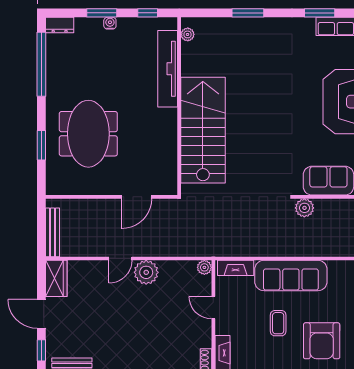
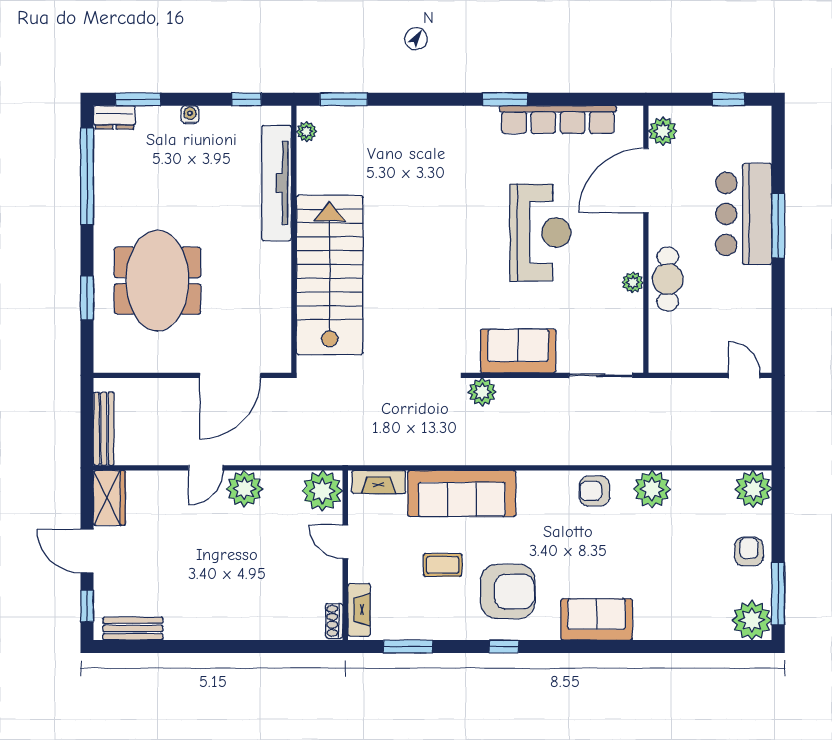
window: (102, 13) -> (138, 99), moved
window: (248, 13) -> (344, 99), moved
door: (137, 197) -> (230, 375), width x1.36
plant: (204, 267) -> (322, 491), width x1.88, depth x1.88
coffee table: (278, 323) -> (443, 565), turned 90
armchair: (322, 341) -> (508, 592), turned -90

